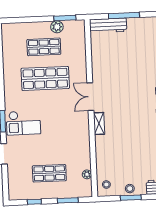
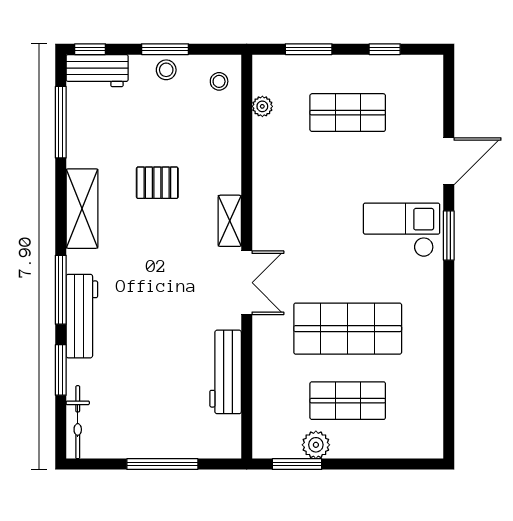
workbench: (108, 25) -> (226, 372), moved, turned -90
pallet: (132, 139) -> (157, 183), added

